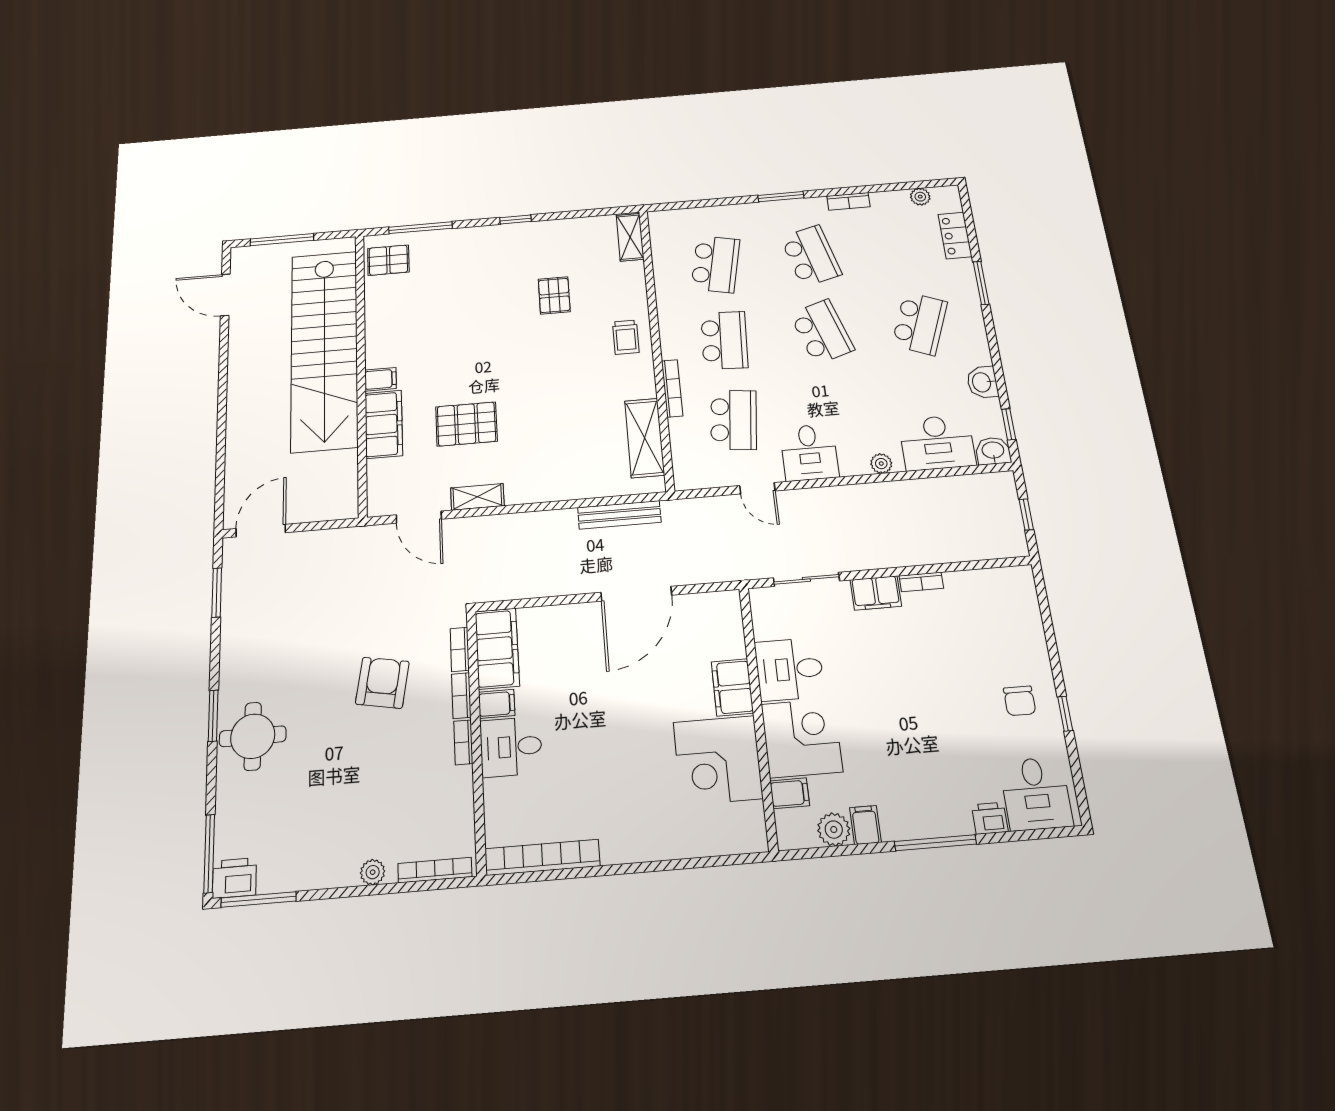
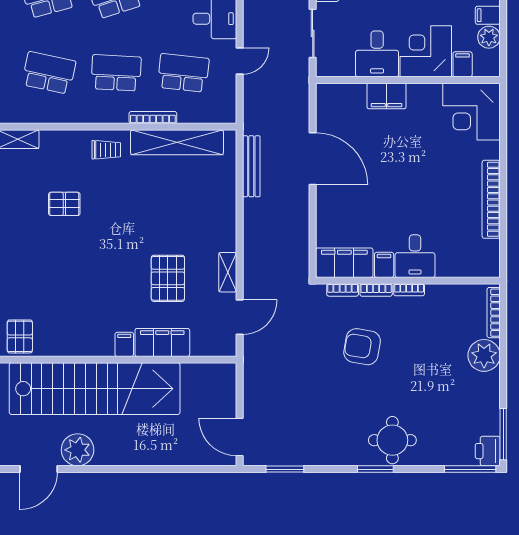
plant: (248, 337) -> (78, 450), added
shelving: (645, 438) -> (177, 142), width x1.47
corner desk: (718, 760) -> (471, 112), moved, turned 90
bookcase: (542, 857) -> (491, 199), moved
plant: (373, 872) -> (484, 355), width x1.88, depth x1.88

